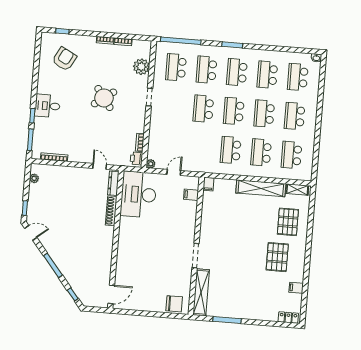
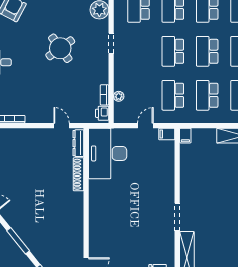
school desk: (200, 148) -> (173, 95), added
plant: (151, 164) -> (119, 96), moved
filing cabinet: (191, 195) -> (167, 134), moved

